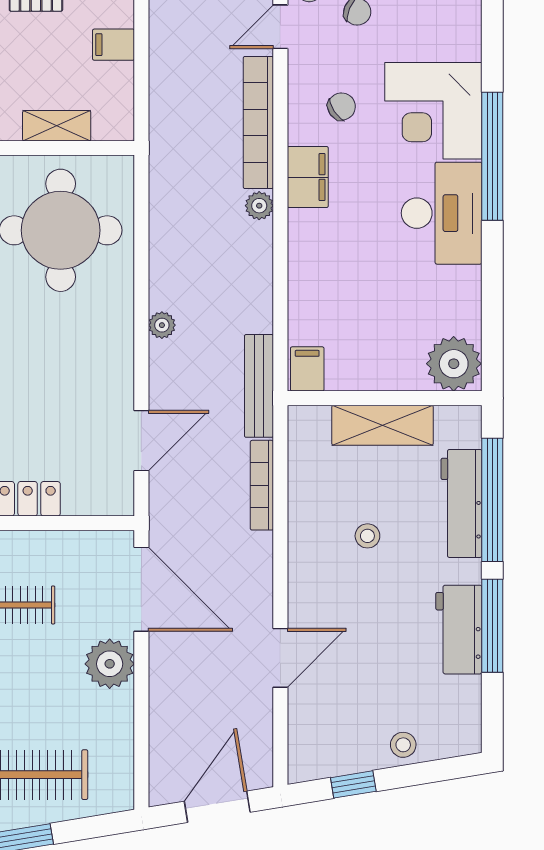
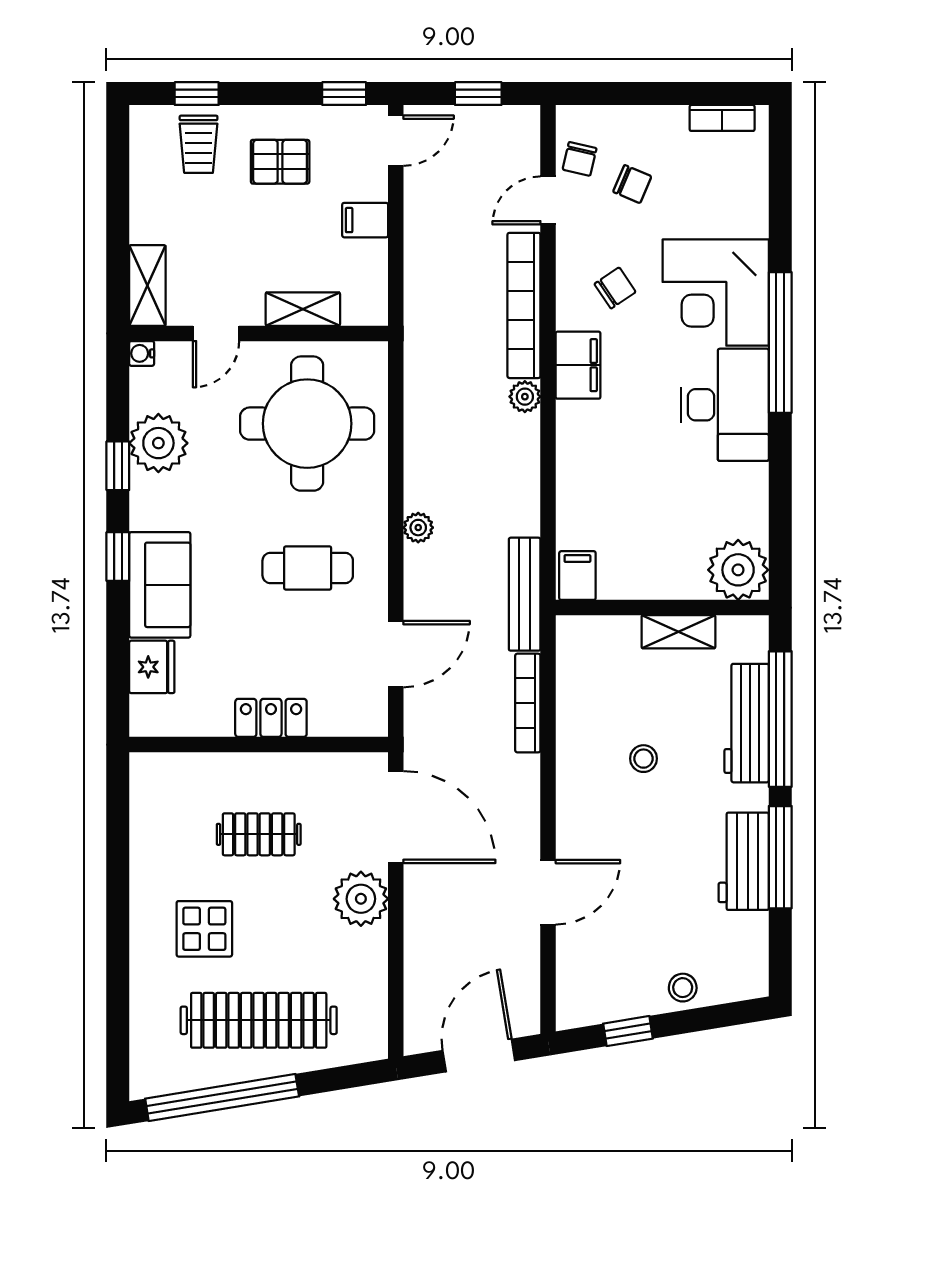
cafe table: (61, 362) -> (308, 568), added
shelving: (382, 425) -> (678, 632), width x0.67, depth x0.75

